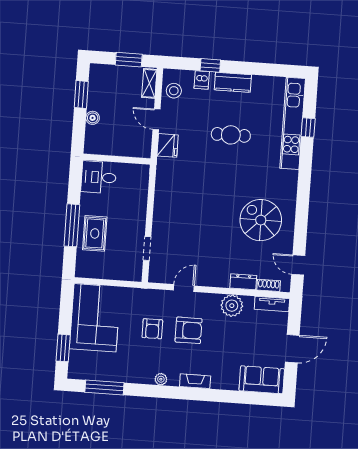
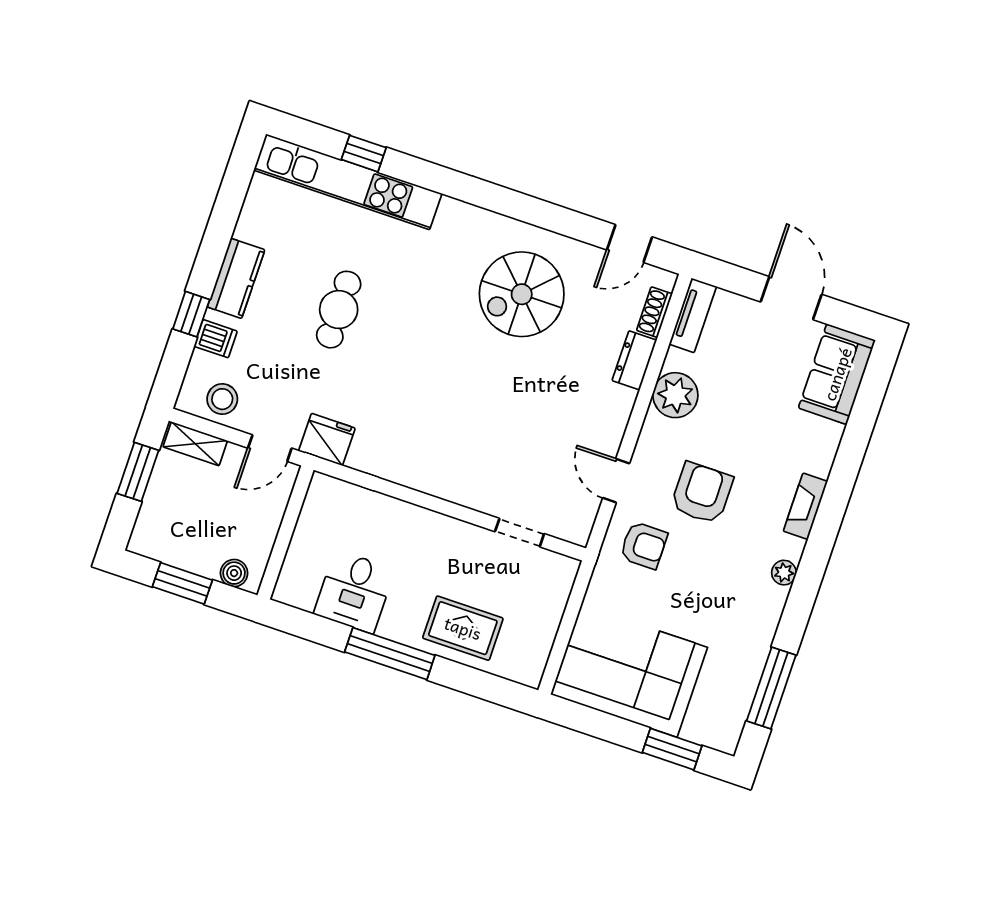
wall: (117, 159) -> (286, 532), moved
window: (72, 225) -> (390, 654), moved
armchair: (152, 329) -> (644, 545), moved

